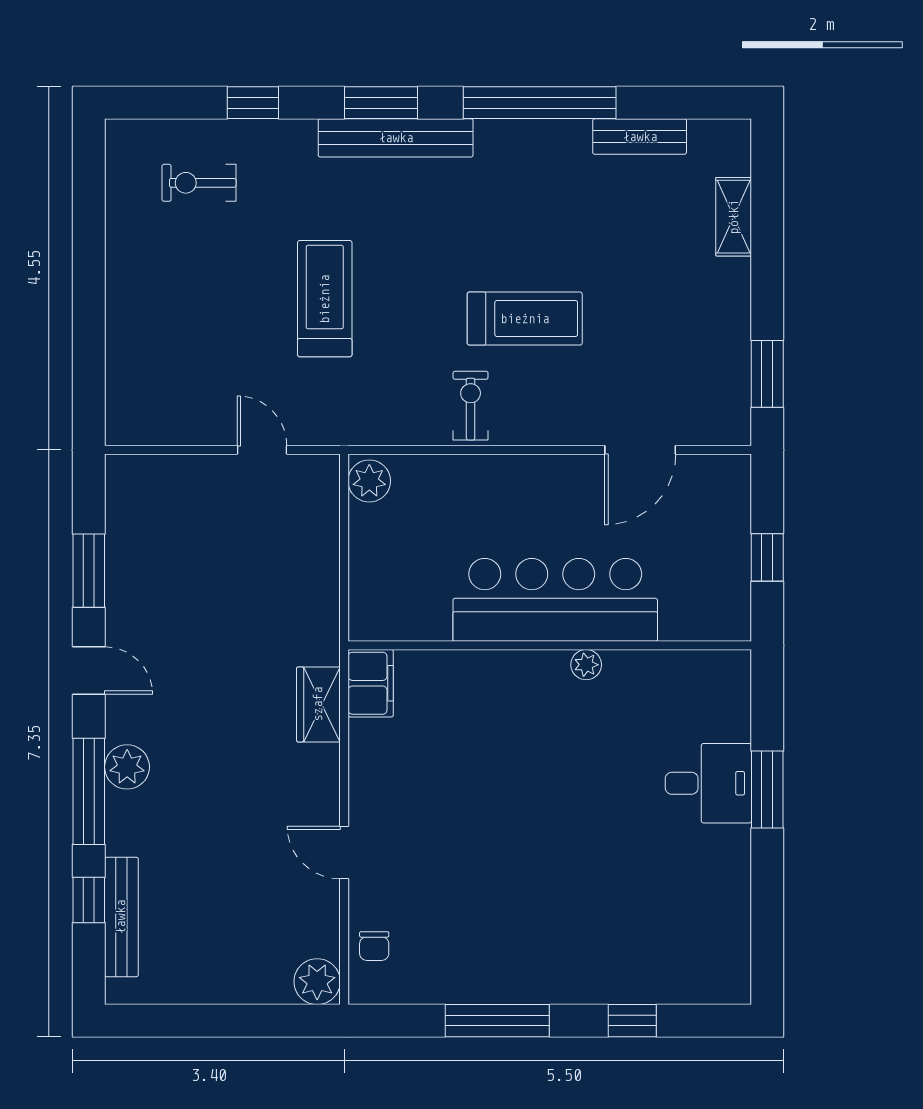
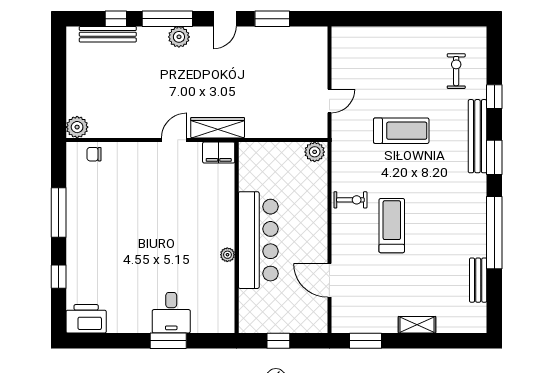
bench: (396, 138) -> (477, 136), moved
shelving: (734, 217) -> (417, 325), moved
treadmill: (525, 319) -> (392, 226), turned 180
wardrobe: (318, 704) -> (218, 128), width x1.50
door: (344, 852) -> (174, 140), moved
printer: (721, 963) -> (86, 319), added

